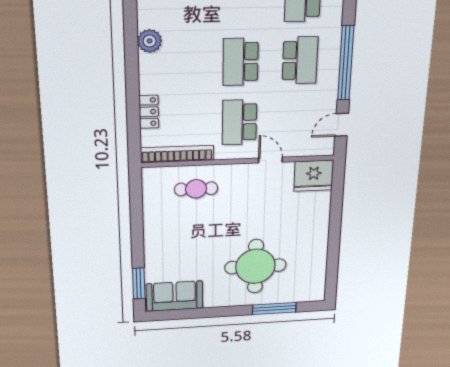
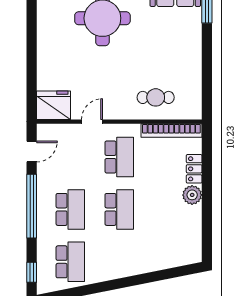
plant: (150, 41) -> (192, 195), moved
school desk: (300, 60) -> (70, 209), turned 180
door: (270, 160) -> (92, 122), swing flipped

